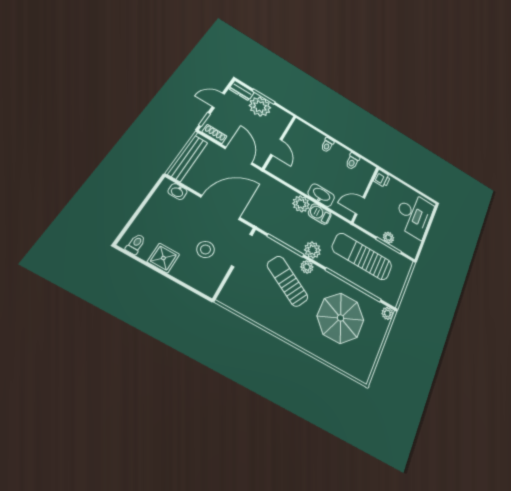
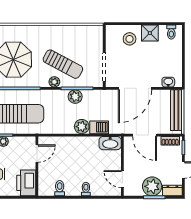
door: (276, 147) -> (122, 179), moved
printer: (382, 179) -> (26, 183), width x1.87, depth x1.48
washbasin: (321, 195) -> (110, 143), moved
barbecue: (320, 214) -> (99, 127), moved
stool: (205, 249) -> (130, 39), moved
plant: (313, 250) -> (75, 97), moved

